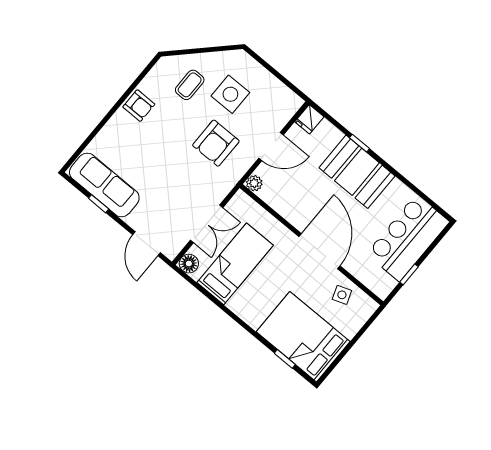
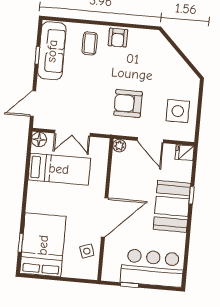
coffee table: (190, 85) -> (90, 43), moved, turned 90
side table: (230, 94) -> (178, 111), moved

